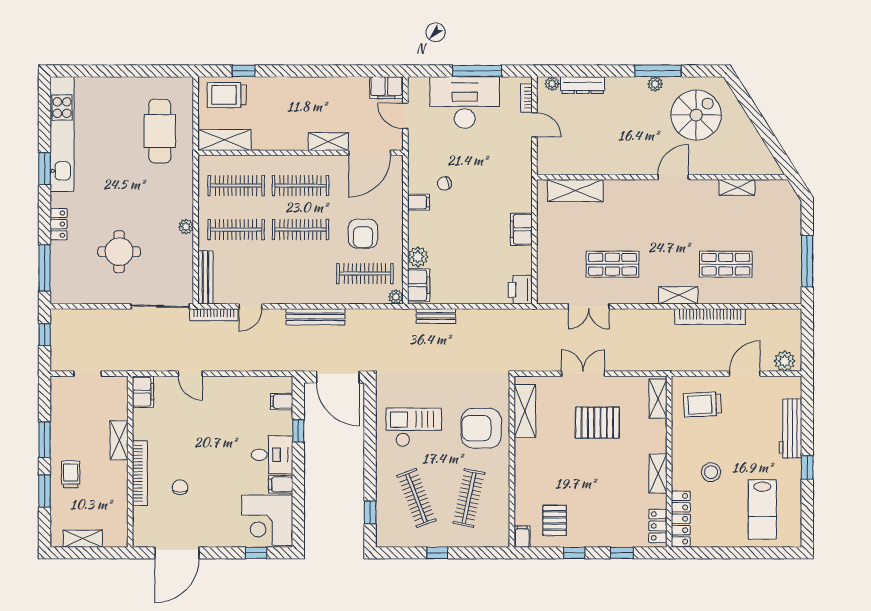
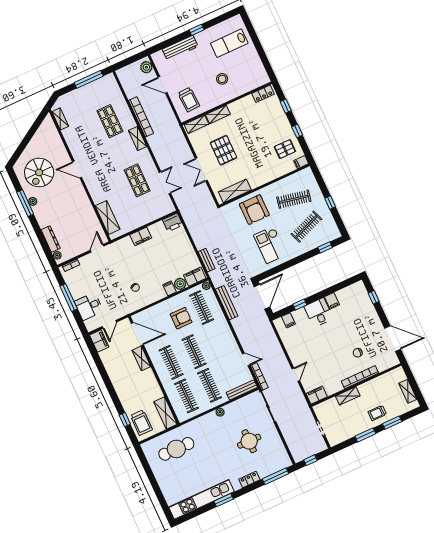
desk: (465, 102) -> (89, 306), width x0.53, depth x0.77
spiral stairs: (696, 115) -> (39, 173), turned -90
door: (534, 125) -> (97, 248), moved
shelving: (737, 187) -> (60, 119), moved
filing cabinet: (418, 202) -> (170, 288), moved
bench: (315, 317) -> (227, 303), moved
shelving: (658, 474) -> (218, 114), moved
lab bench: (762, 509) -> (229, 43), turned 180
locker: (681, 519) -> (254, 83), removed
corner desk: (267, 520) -> (354, 299), removed

